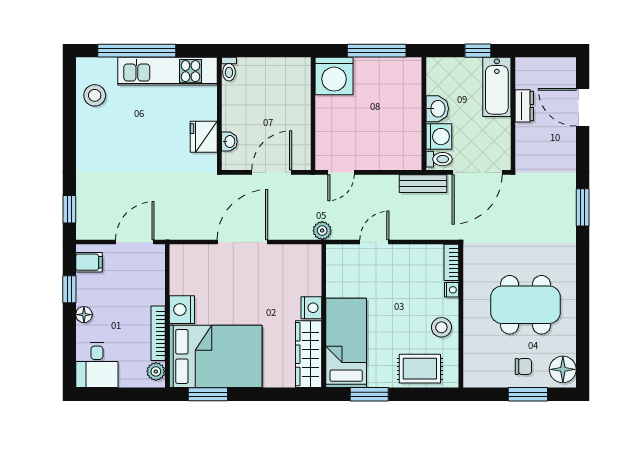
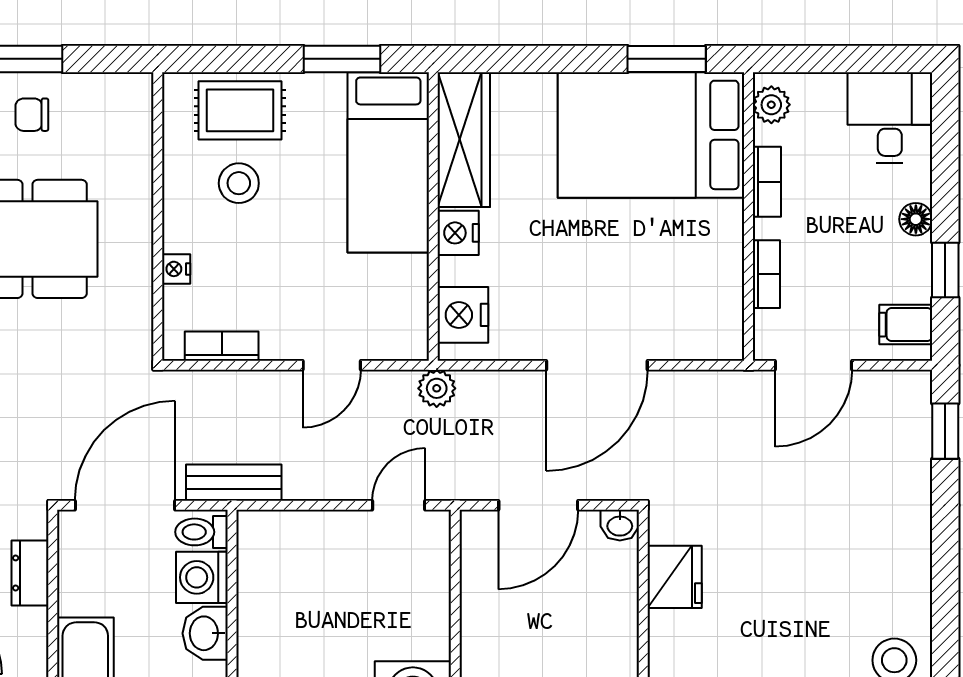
dresser: (524, 106) -> (30, 573), moved
washbasin: (229, 141) -> (620, 525), moved, turned -90
bookcase: (451, 262) -> (222, 346), moved, turned -90
bookcase: (158, 287) -> (766, 274), added
nightstand: (182, 310) -> (463, 315), moved, turned 180
stool: (441, 327) -> (239, 183), moved
bookcase: (158, 333) -> (767, 182), width x0.64

